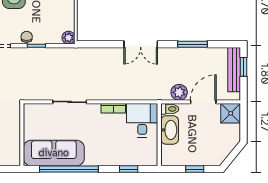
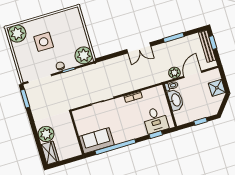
plant: (69, 38) -> (84, 55), width x1.87, depth x1.87
shower: (231, 113) -> (217, 88), moved
desk: (142, 120) -> (155, 120), moved, turned 180
sofa: (54, 153) -> (97, 141), width x0.73

